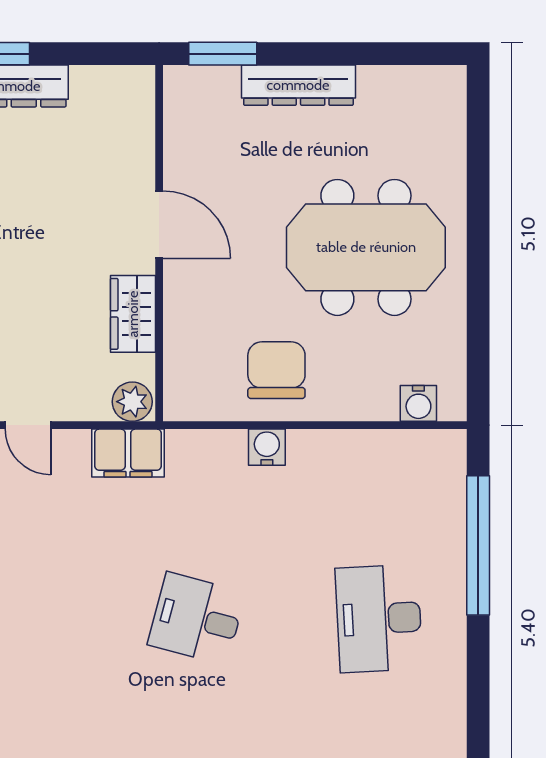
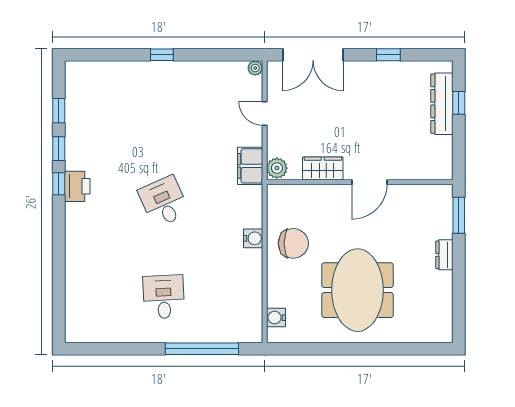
dresser: (298, 85) -> (444, 255), width x0.51, depth x0.80
door: (28, 425) -> (265, 114), hinge flipped
desk: (197, 619) -> (164, 202), turned -39
desk: (379, 619) -> (164, 297), width x0.73

